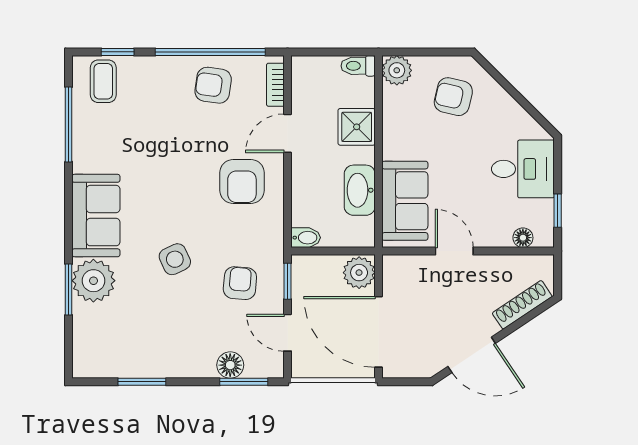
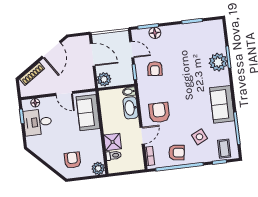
toilet: (358, 66) -> (114, 155), moved
armchair: (453, 97) -> (72, 160), turned -103
desk: (523, 169) -> (38, 122), moved
washbasin: (360, 190) -> (131, 108), moved, turned 180
sofa: (96, 216) -> (222, 104), moved
side table: (175, 259) -> (199, 137), moved
door: (378, 332) -> (93, 55), width x0.73
door: (472, 355) -> (51, 50), swing flipped

